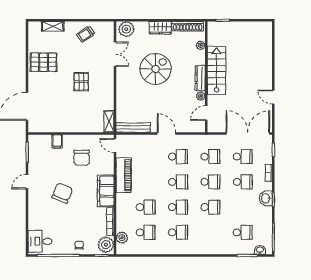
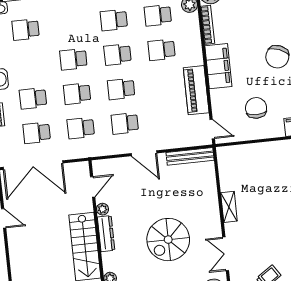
pallet: (81, 82) -> (268, 212), removed
shelving: (109, 121) -> (229, 207), moved

